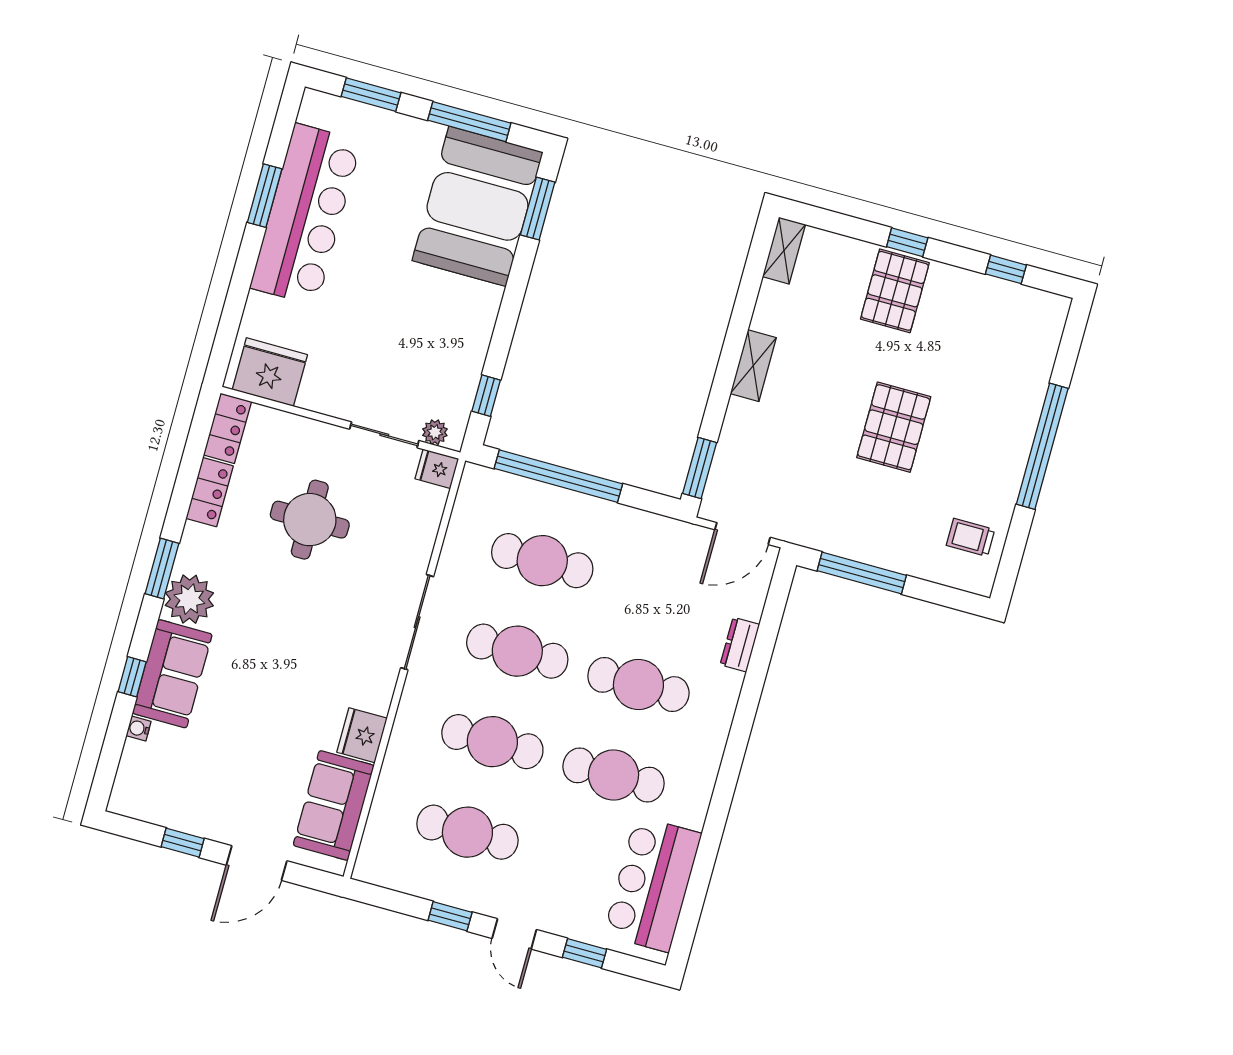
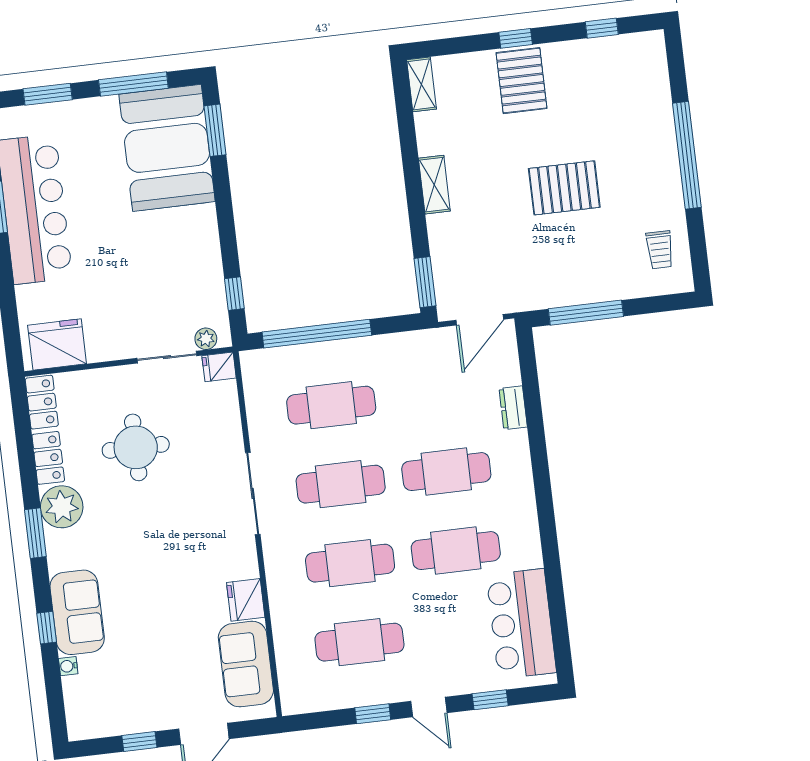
pallet: (894, 427) -> (564, 188), turned 90
trolley: (970, 537) -> (660, 250), turned -90
plant: (189, 599) -> (62, 507), moved

